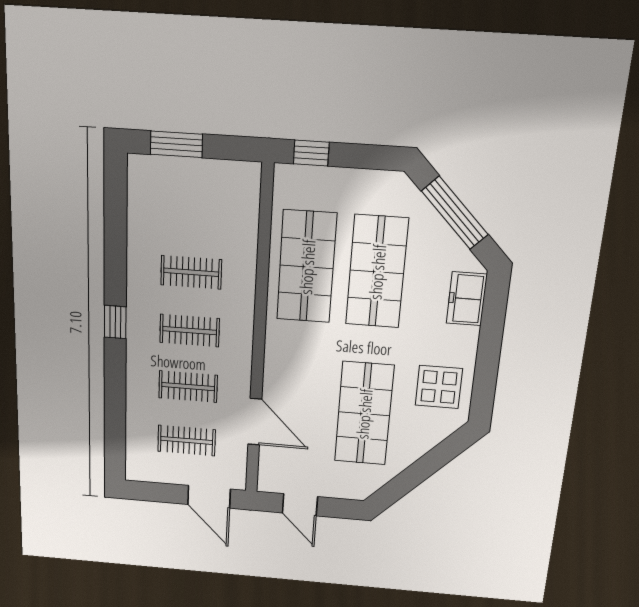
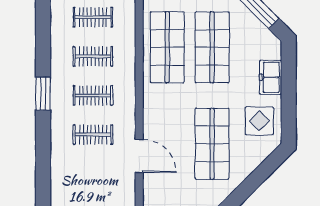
freezer: (467, 299) -> (271, 77), moved
window: (115, 322) -> (43, 94), width x1.50
clothes rail: (187, 440) -> (93, 17), moved

